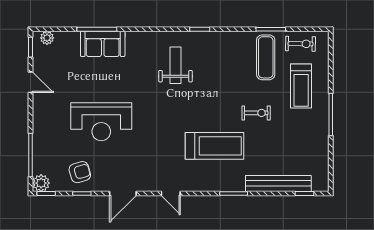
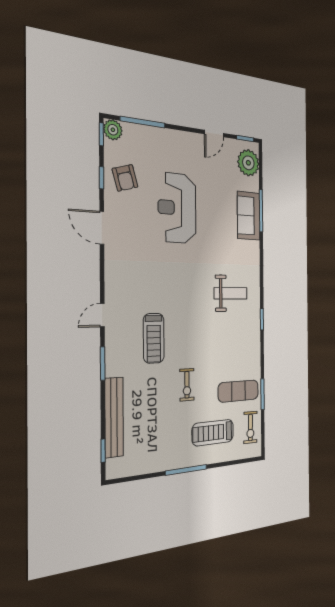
plant: (47, 38) -> (248, 163), width x1.87, depth x1.87
treadmill: (214, 146) -> (154, 338), width x0.73, depth x0.73
door: (171, 193) -> (102, 315), moved

